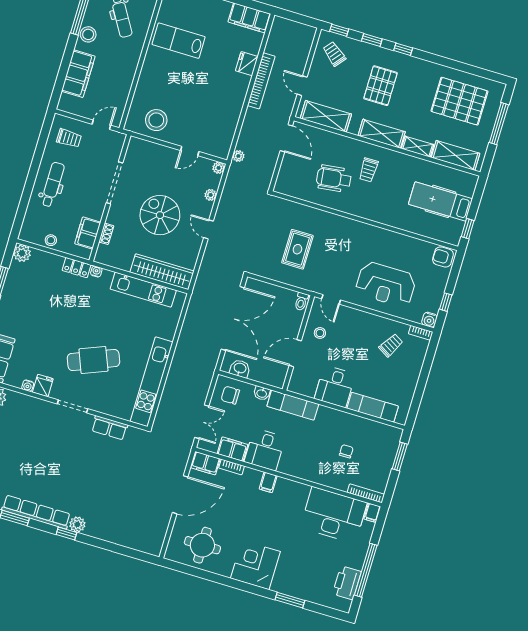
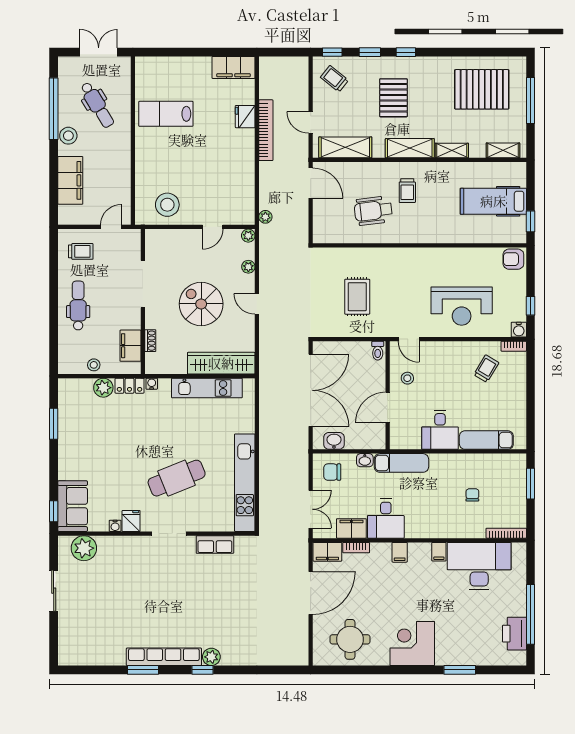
shelving: (455, 155) -> (503, 150), width x0.67, depth x0.75
plant: (22, 253) -> (103, 388), moved
filing cabinet: (372, 513) -> (439, 552), moved

